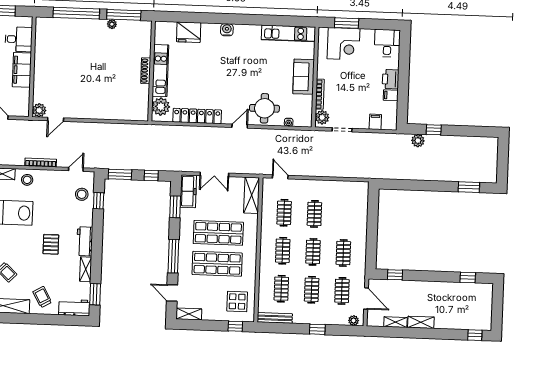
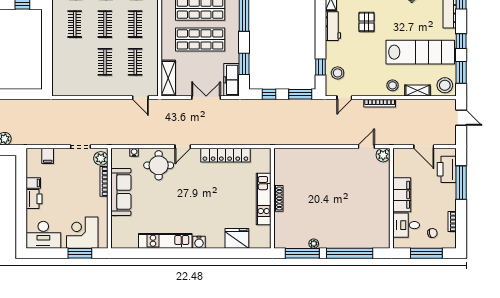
kitchen unit: (288, 33) -> (165, 241), moved
desk: (387, 43) -> (43, 235), width x1.37
sofa: (304, 77) -> (121, 192), width x1.36
plant: (161, 107) -> (262, 163), removed

